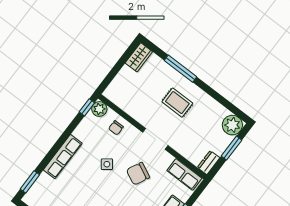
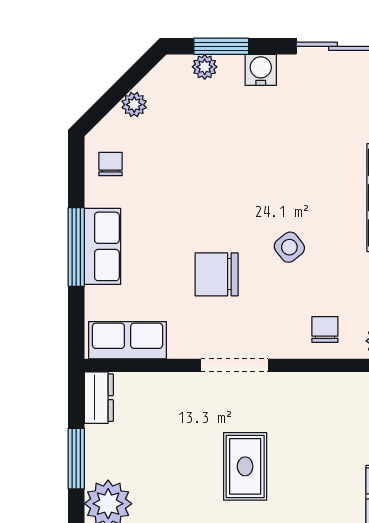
rug: (177, 103) -> (245, 466), turned 90
chair: (138, 174) -> (217, 274), turned -116

